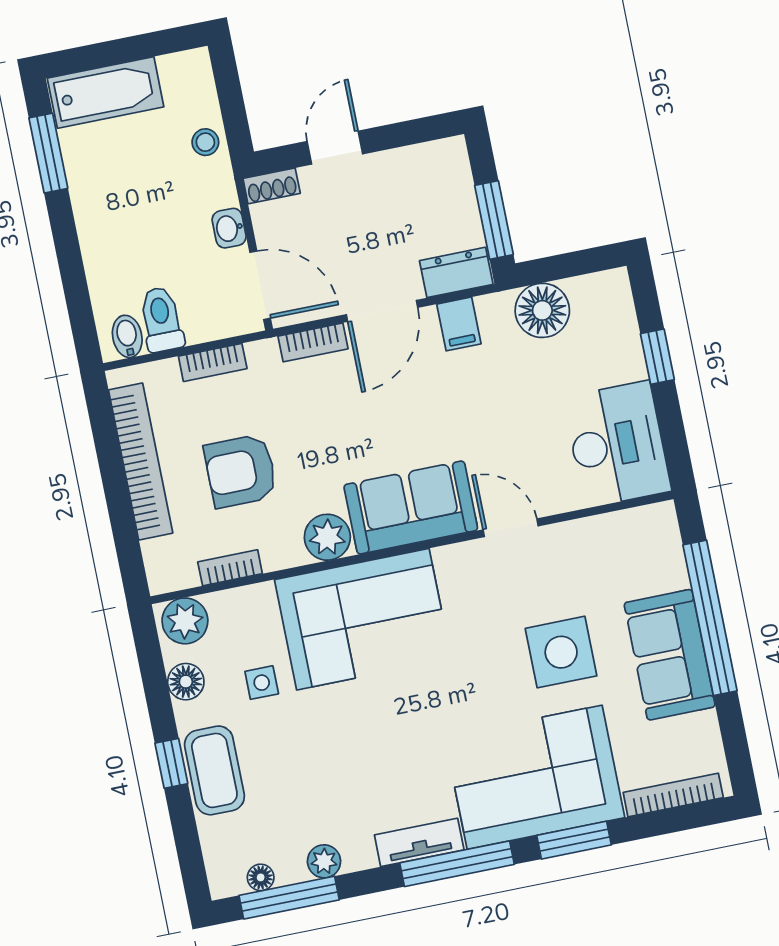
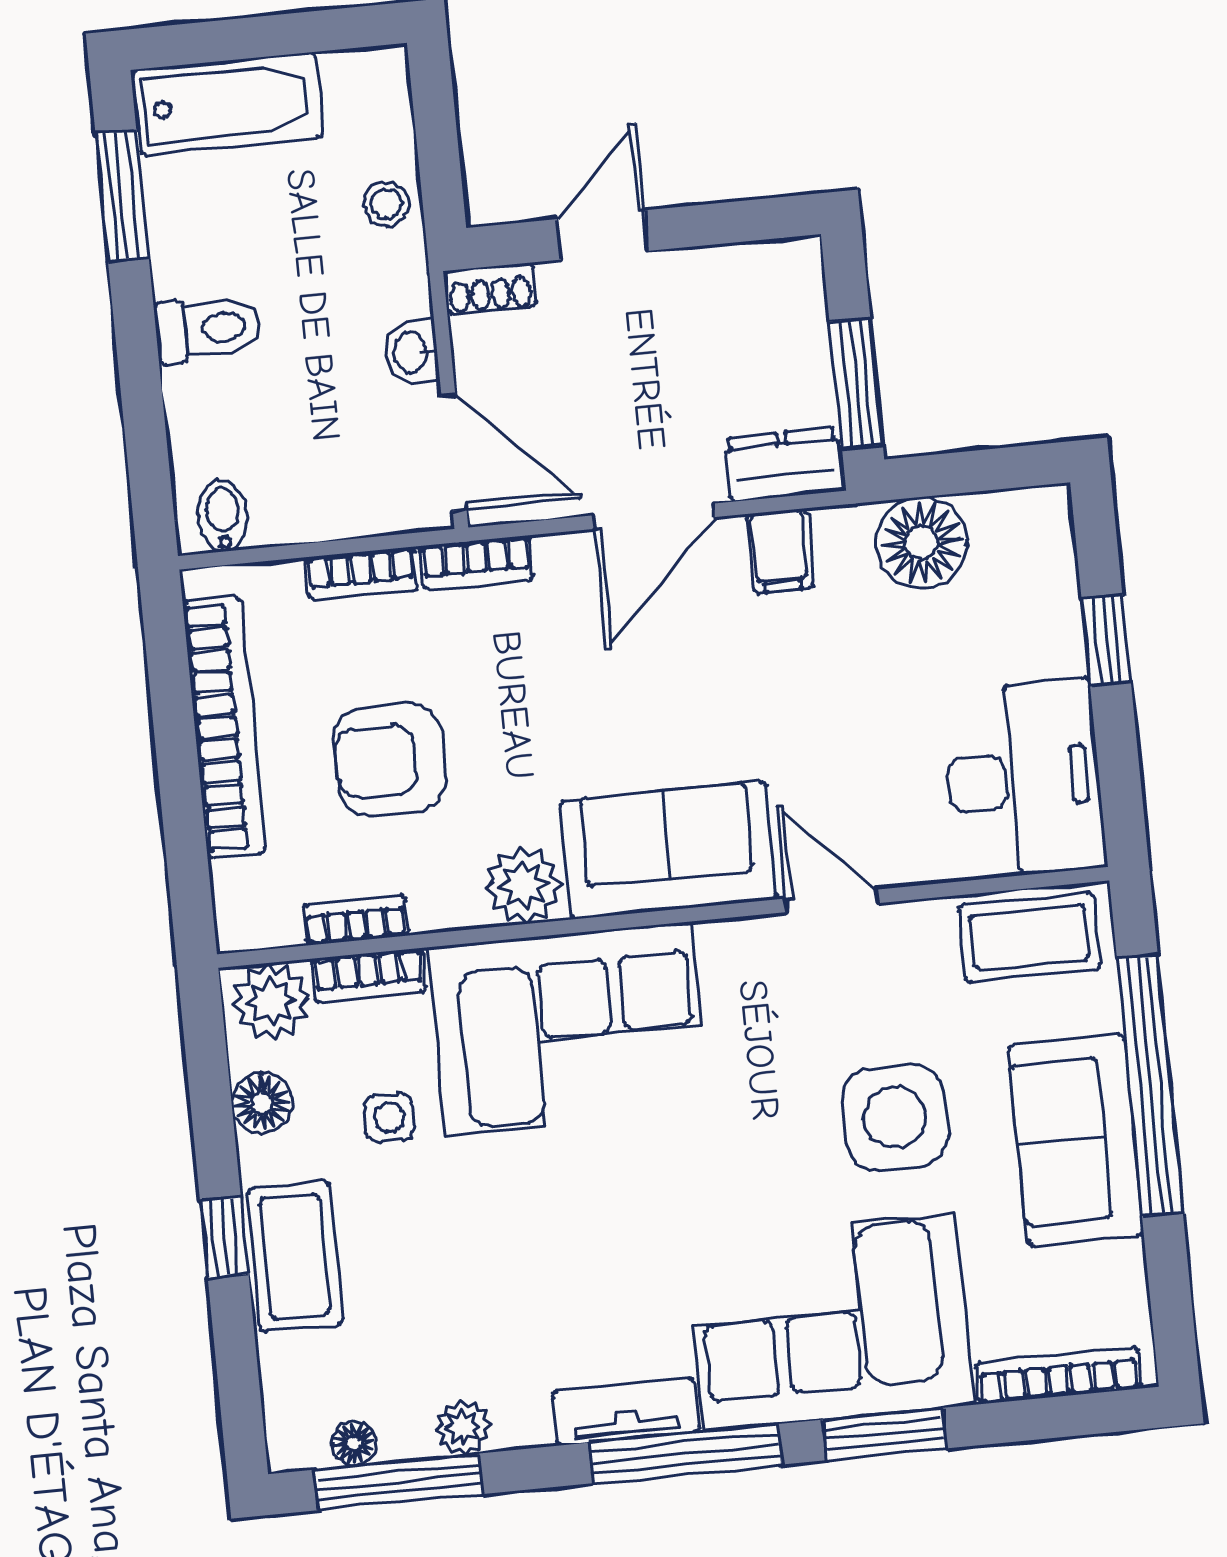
toilet: (161, 319) -> (209, 329), moved, turned 90
bookcase: (313, 342) -> (477, 563), moved
coffee table: (630, 537) -> (1029, 937), added
bookcase: (241, 600) -> (369, 976), added

